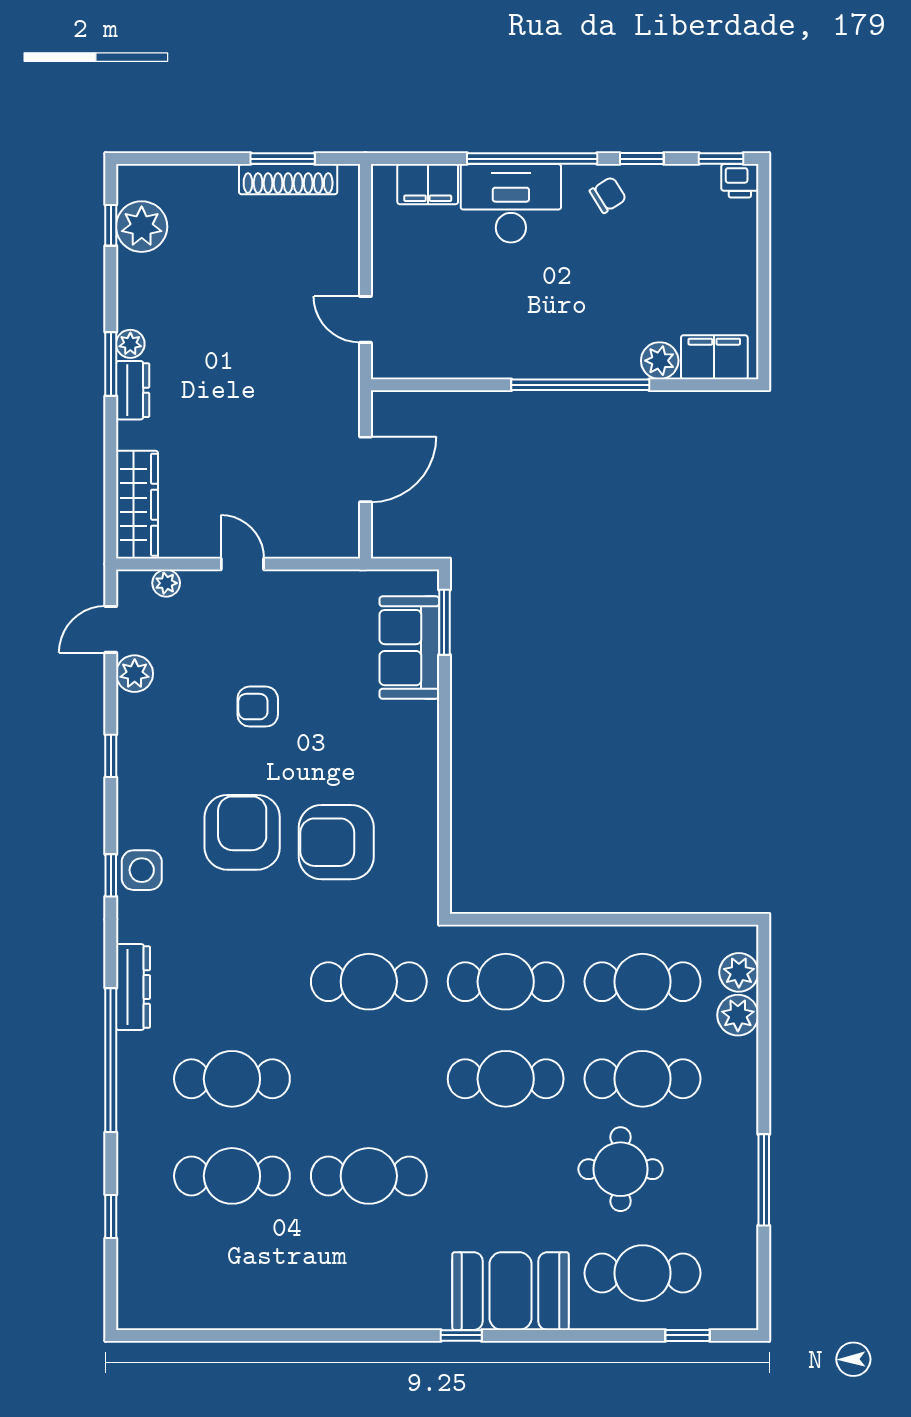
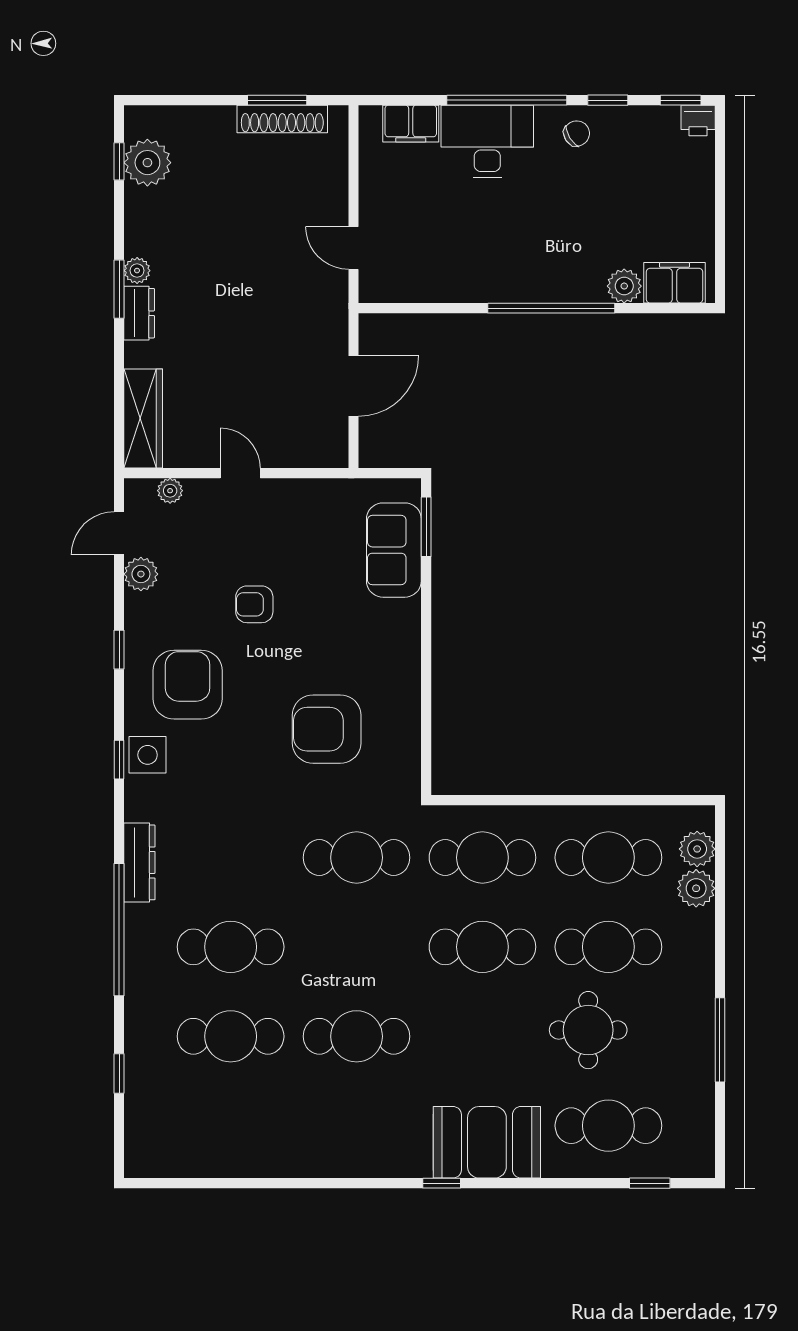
armchair: (242, 832) -> (188, 685), moved

